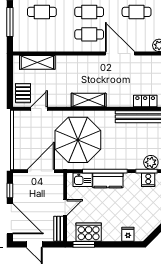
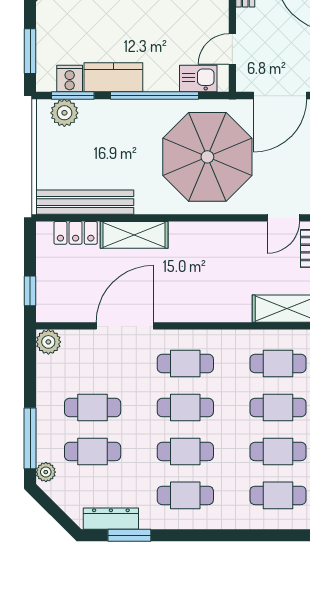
cafe table: (42, 34) -> (278, 363), added
door: (120, 54) -> (125, 326), swing flipped
shelving: (89, 100) -> (134, 235), moved
kitchen counter: (108, 180) -> (113, 77), moved
door: (65, 208) -> (232, 49), moved

